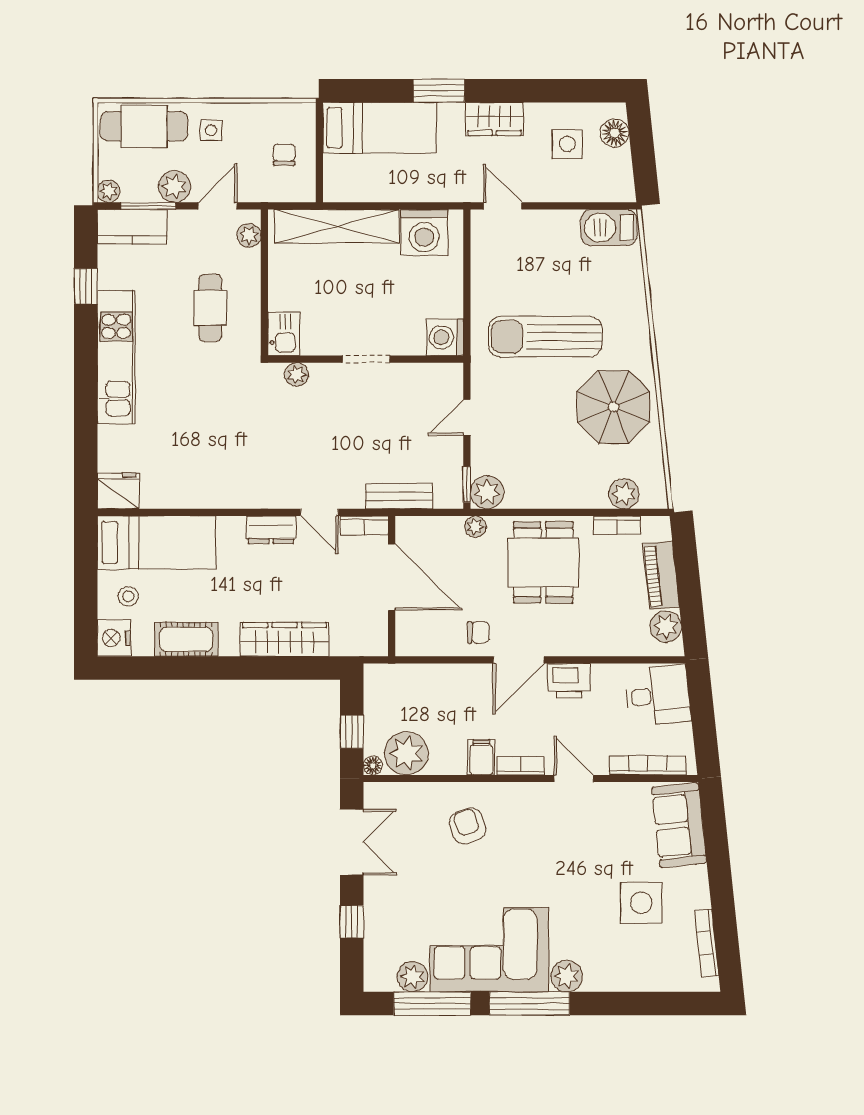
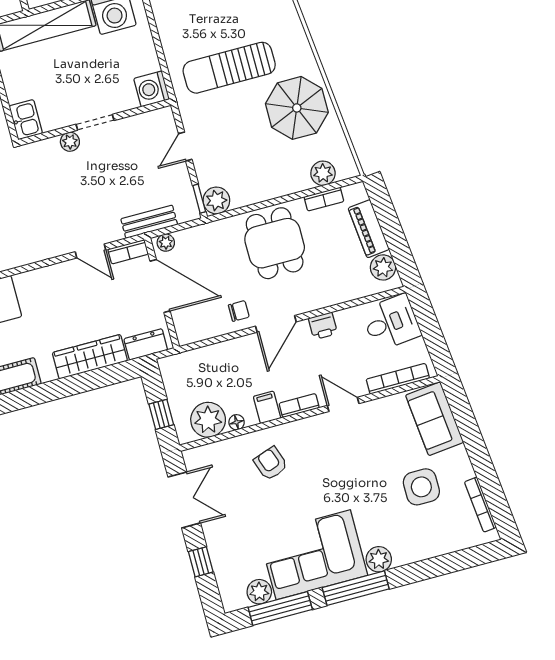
plant: (296, 374) -> (70, 142), moved
plant: (475, 527) -> (166, 243), moved
dresser: (271, 530) -> (146, 344), moved, turned 180
printer: (569, 681) -> (323, 326), width x0.73, depth x0.81
floor lamp: (373, 765) -> (237, 422), moved

